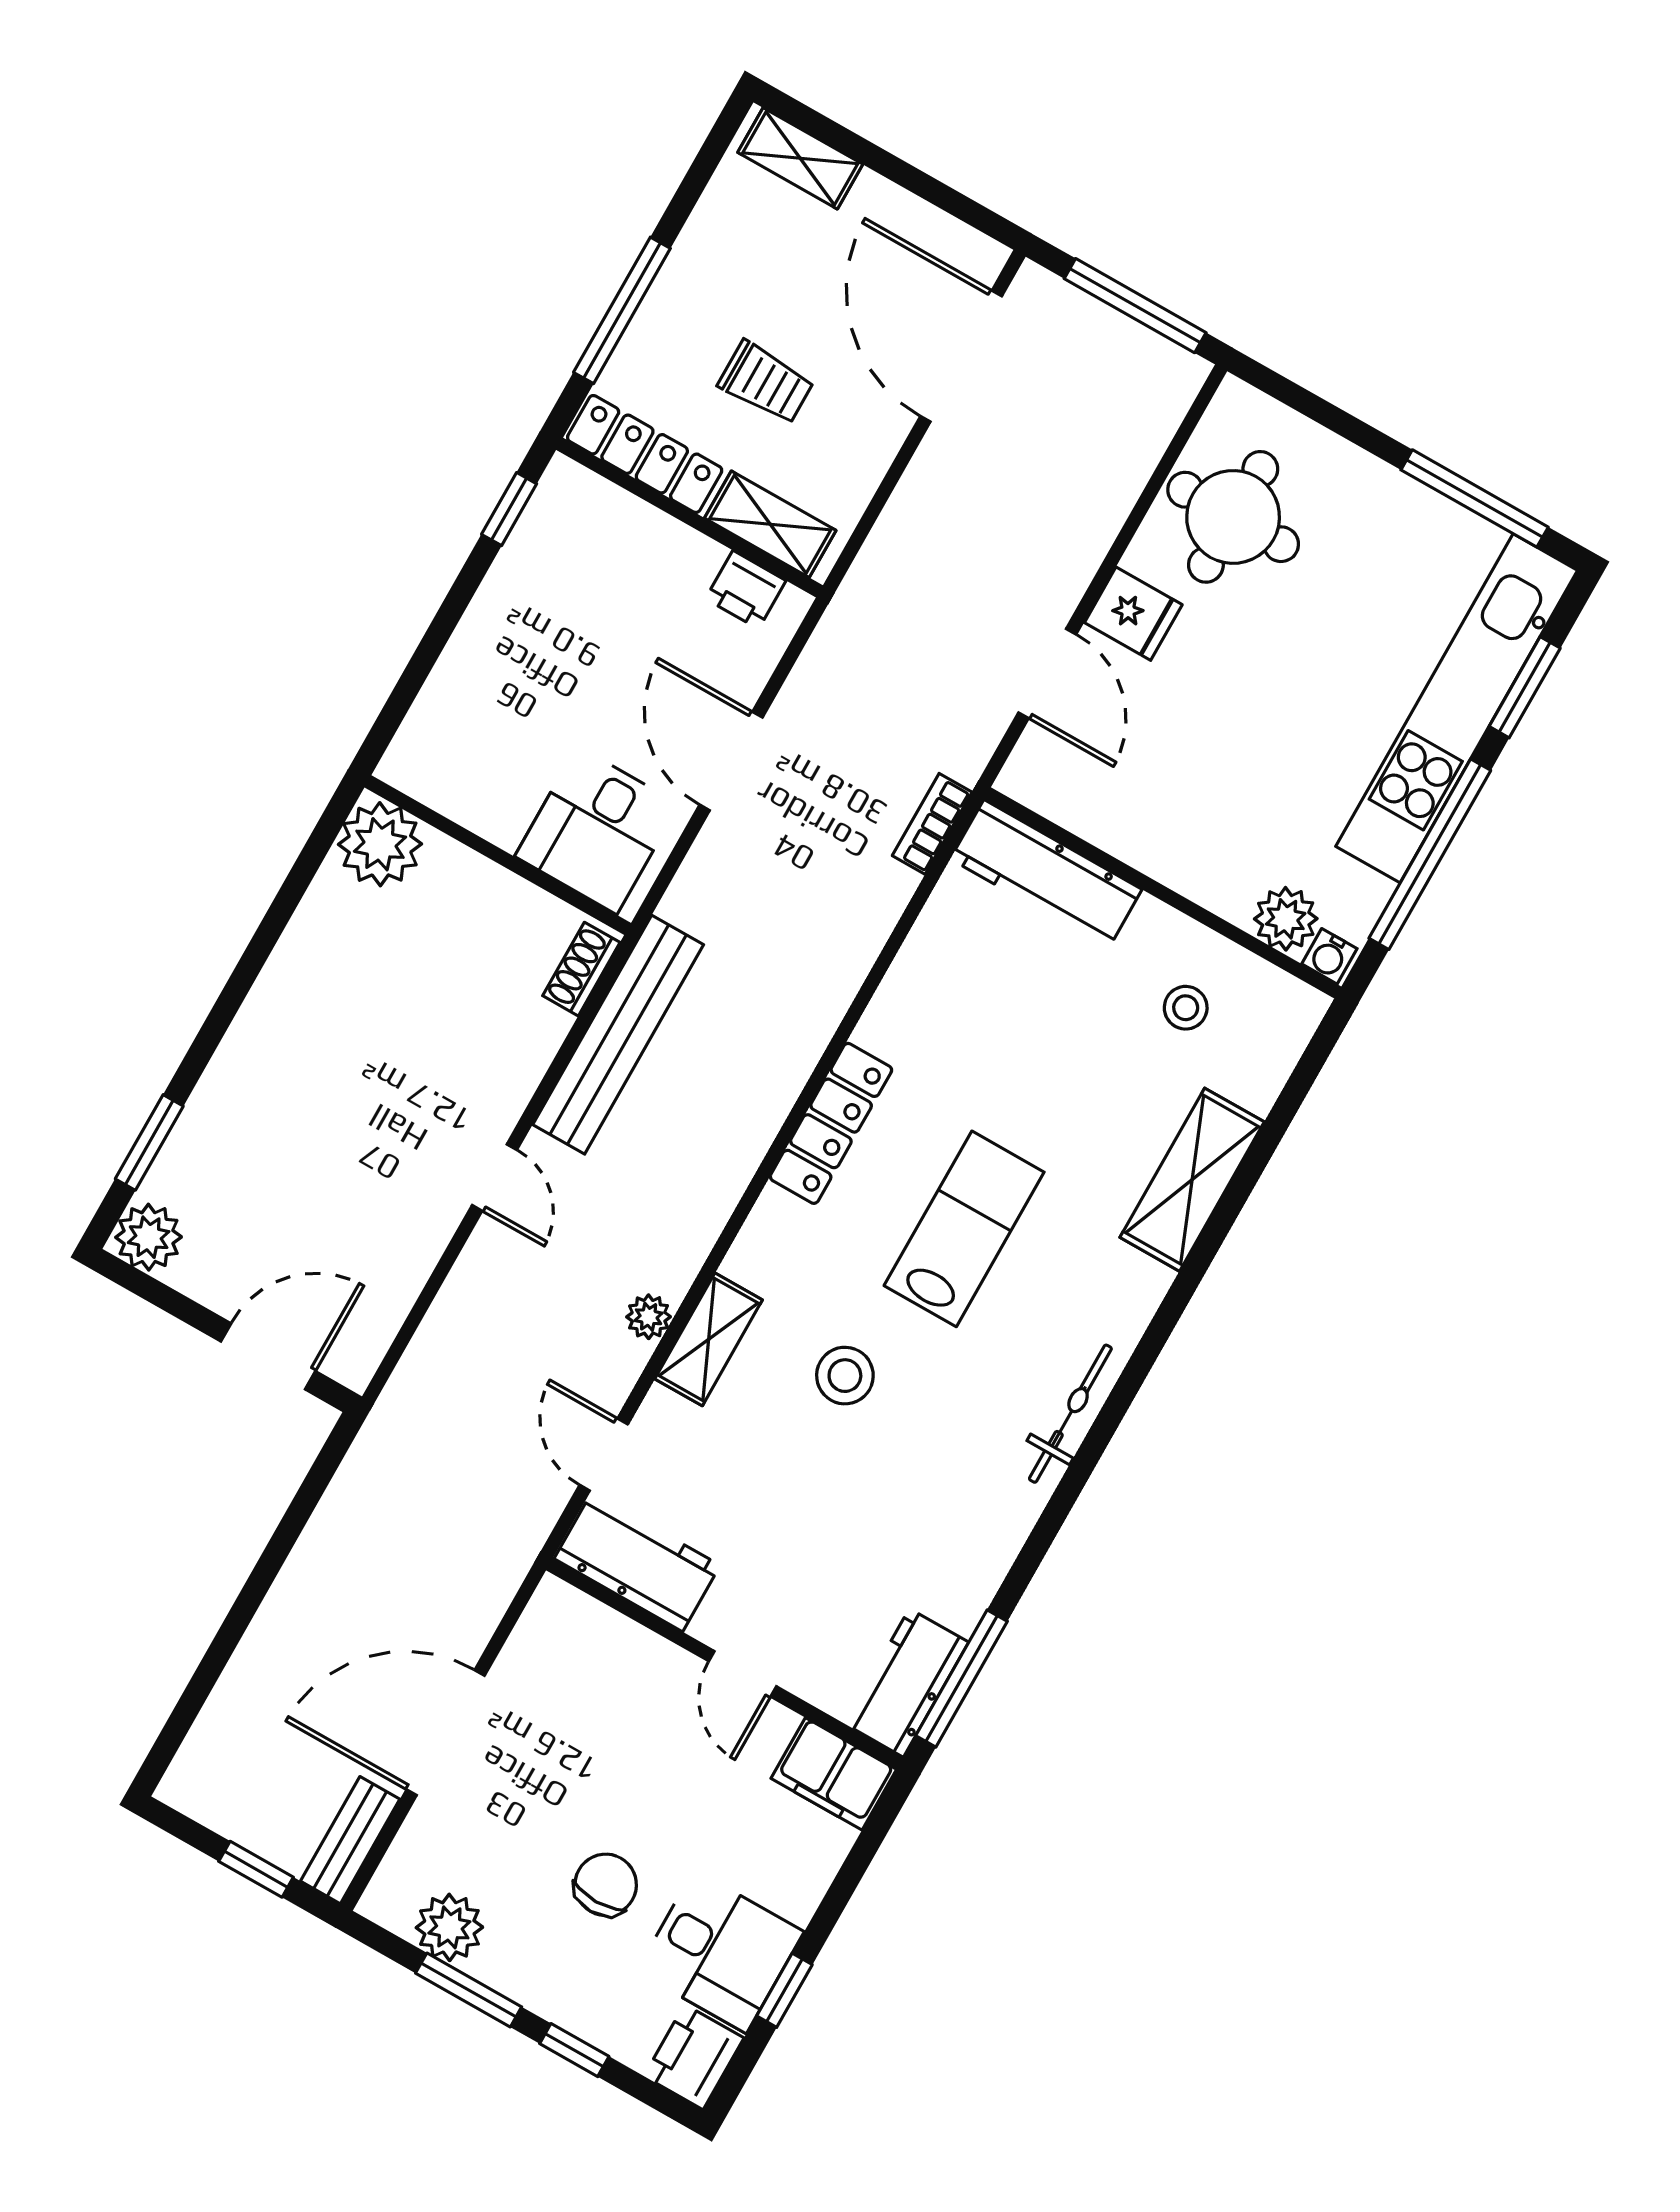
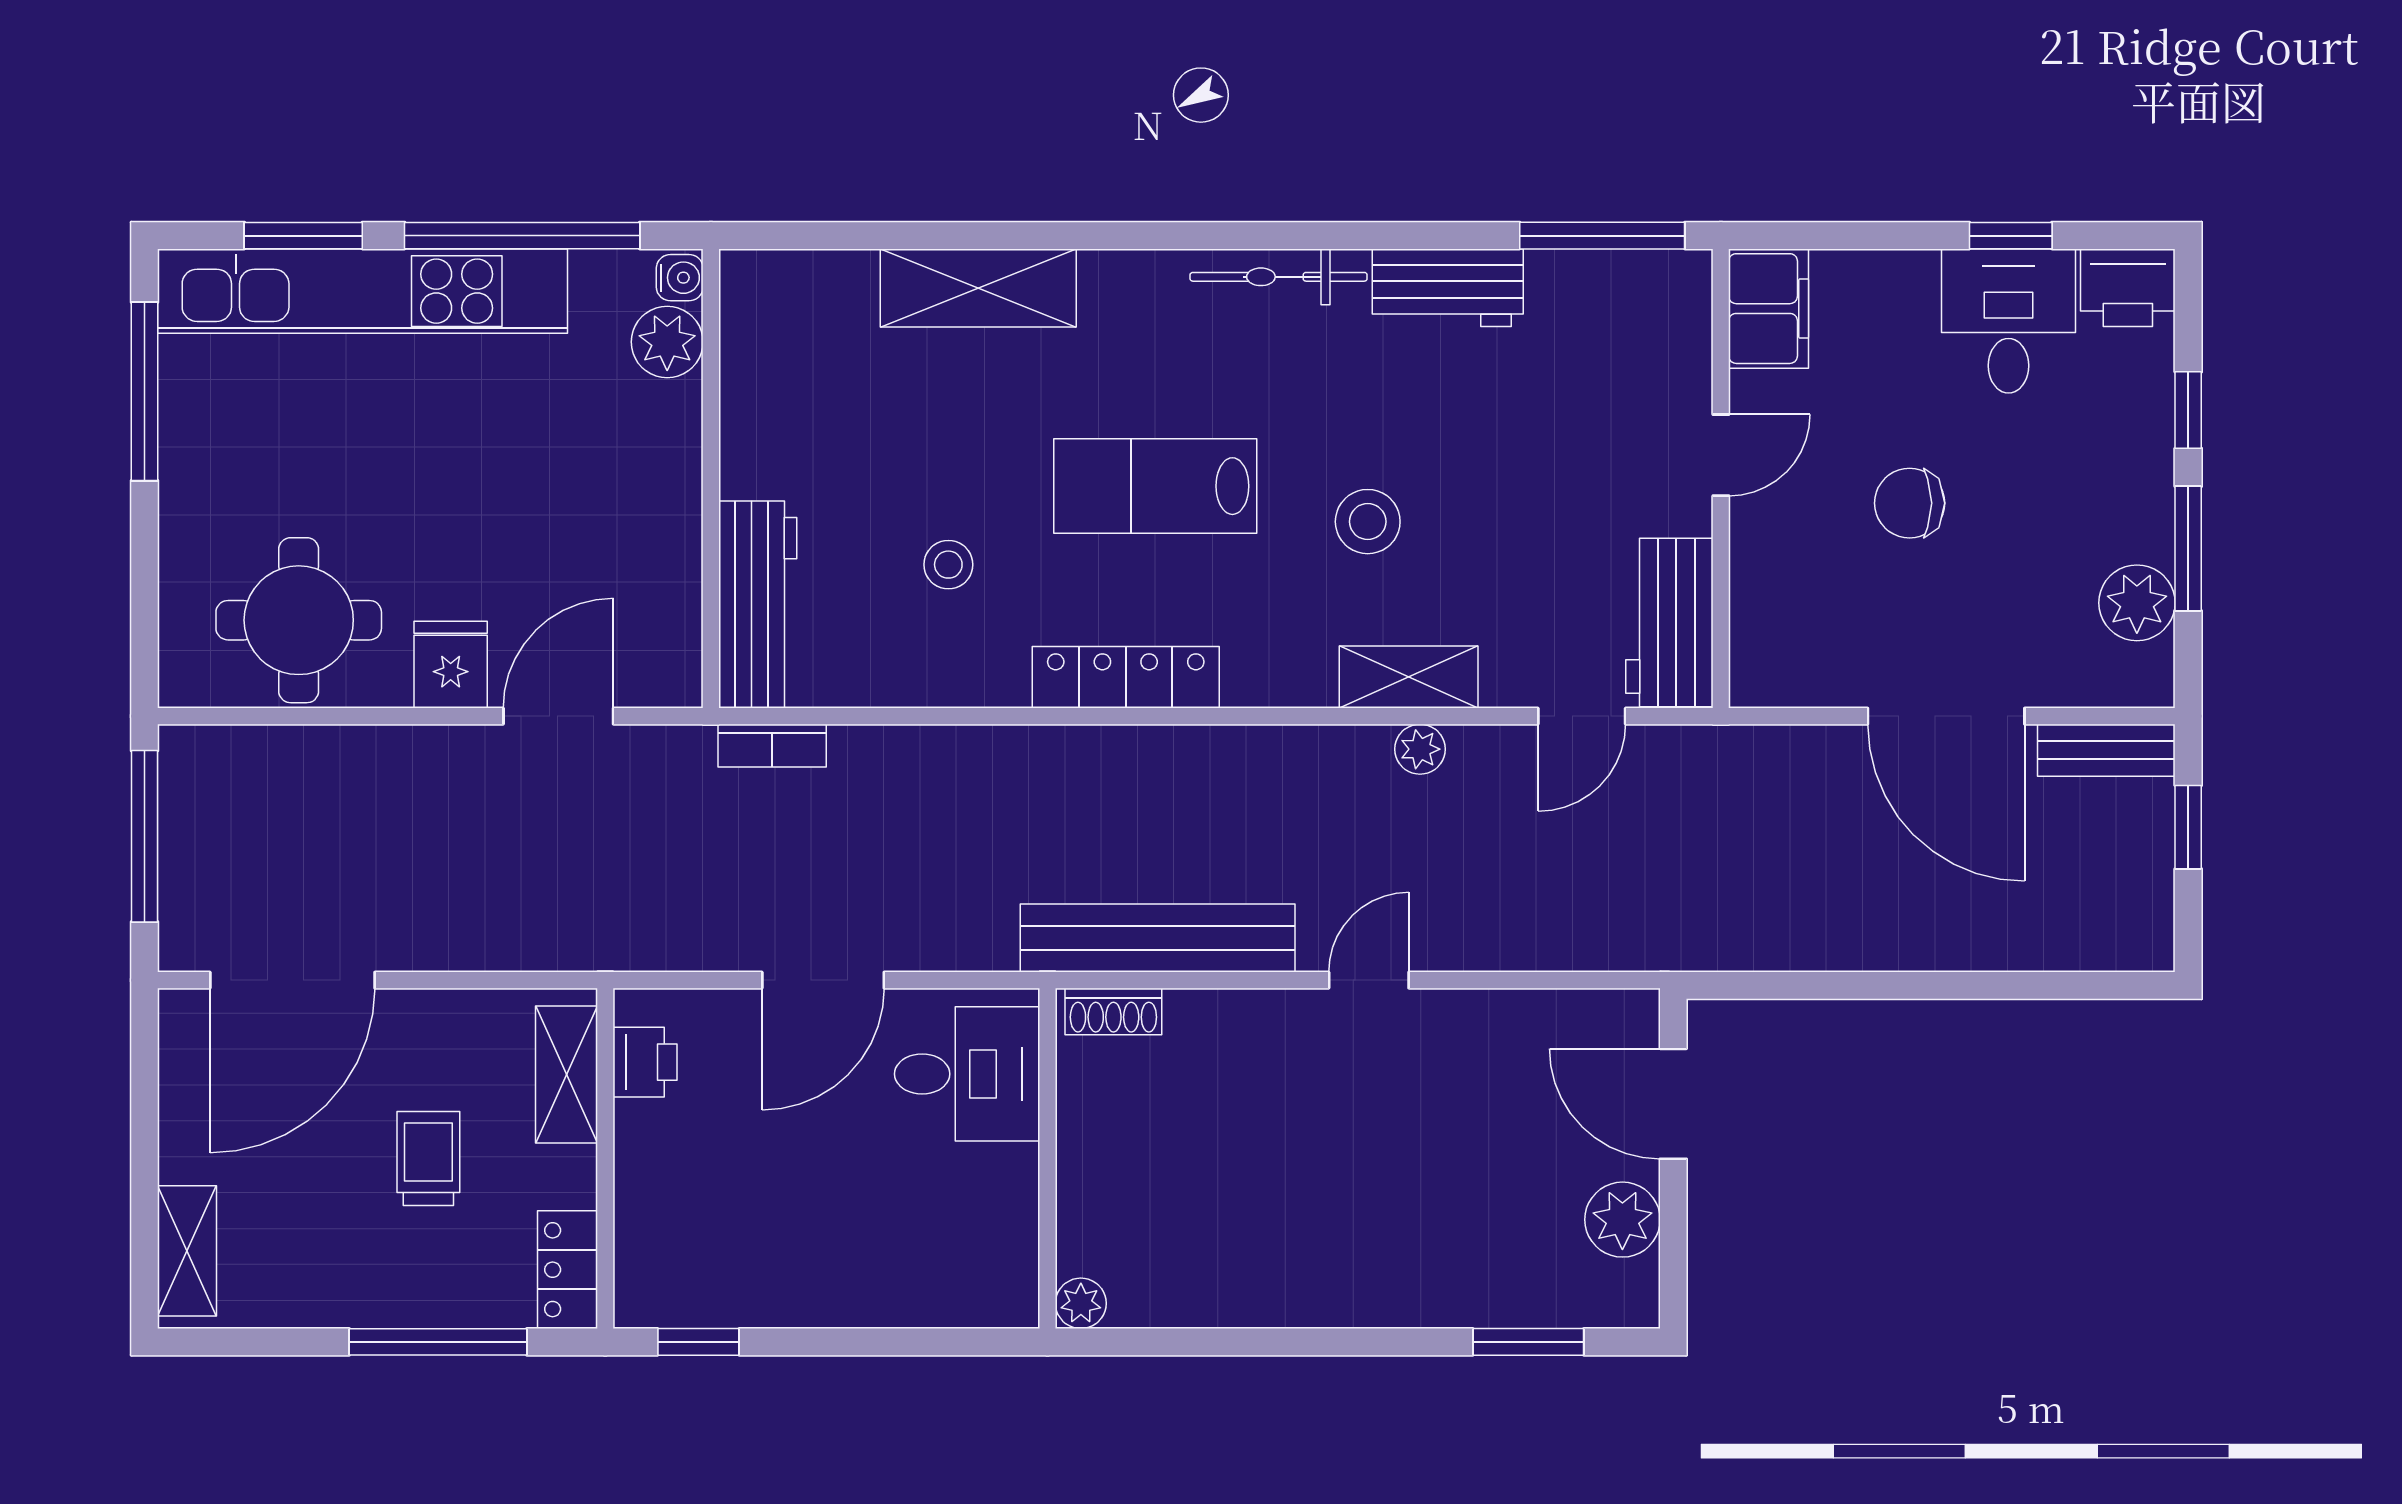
locker: (645, 454) -> (568, 1270), width x0.66
plant: (380, 844) -> (1081, 1303), width x0.53, depth x0.53
stool: (1186, 1008) -> (948, 565), moved
plant: (149, 1237) -> (1622, 1220), moved
workbench: (906, 1683) -> (1448, 288), moved
chair: (606, 1885) -> (1910, 503), moved

